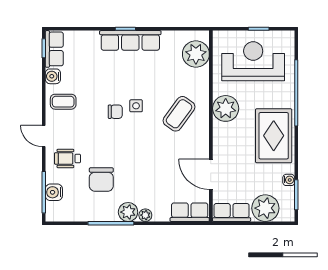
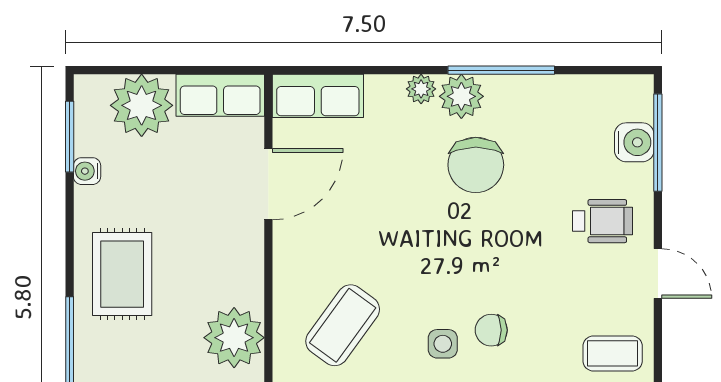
rug: (274, 136) -> (122, 274), width x0.73, depth x0.70
door: (211, 174) -> (268, 184), hinge flipped
chair: (101, 180) -> (476, 165), moved, turned 180

